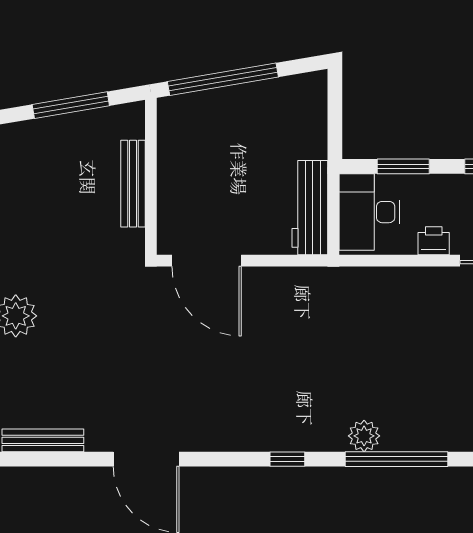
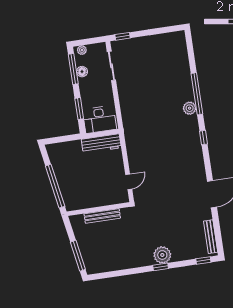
window: (71, 105) -> (78, 256), moved
printer: (434, 241) -> (107, 92), removed
door: (207, 261) -> (129, 182), width x0.53

